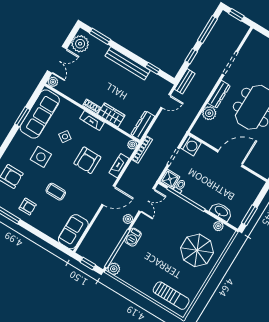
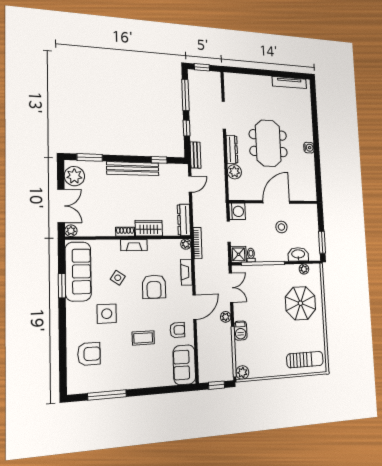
stool: (221, 181) -> (281, 227), added
armchair: (28, 207) -> (177, 330), moved

